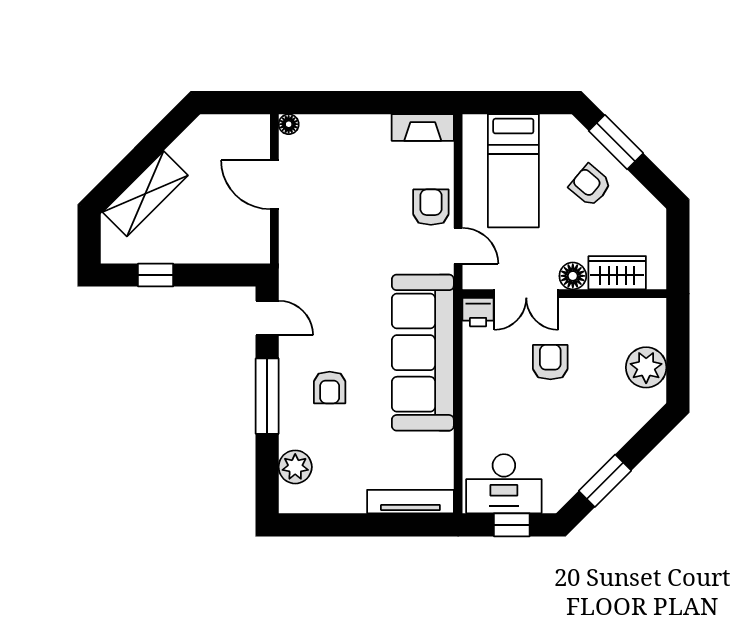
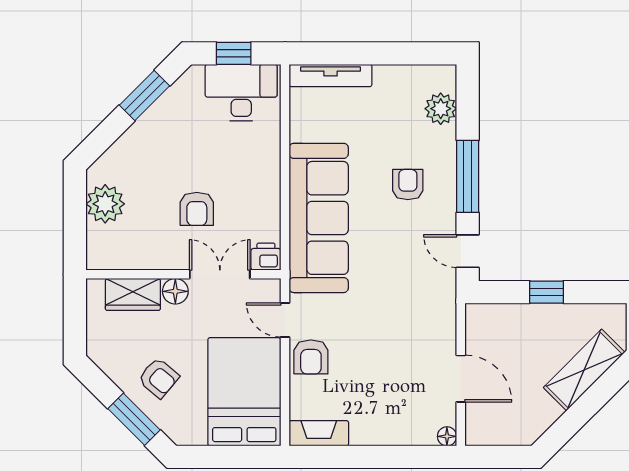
bed: (513, 171) -> (244, 392), width x1.50
window: (156, 275) -> (546, 292), moved

